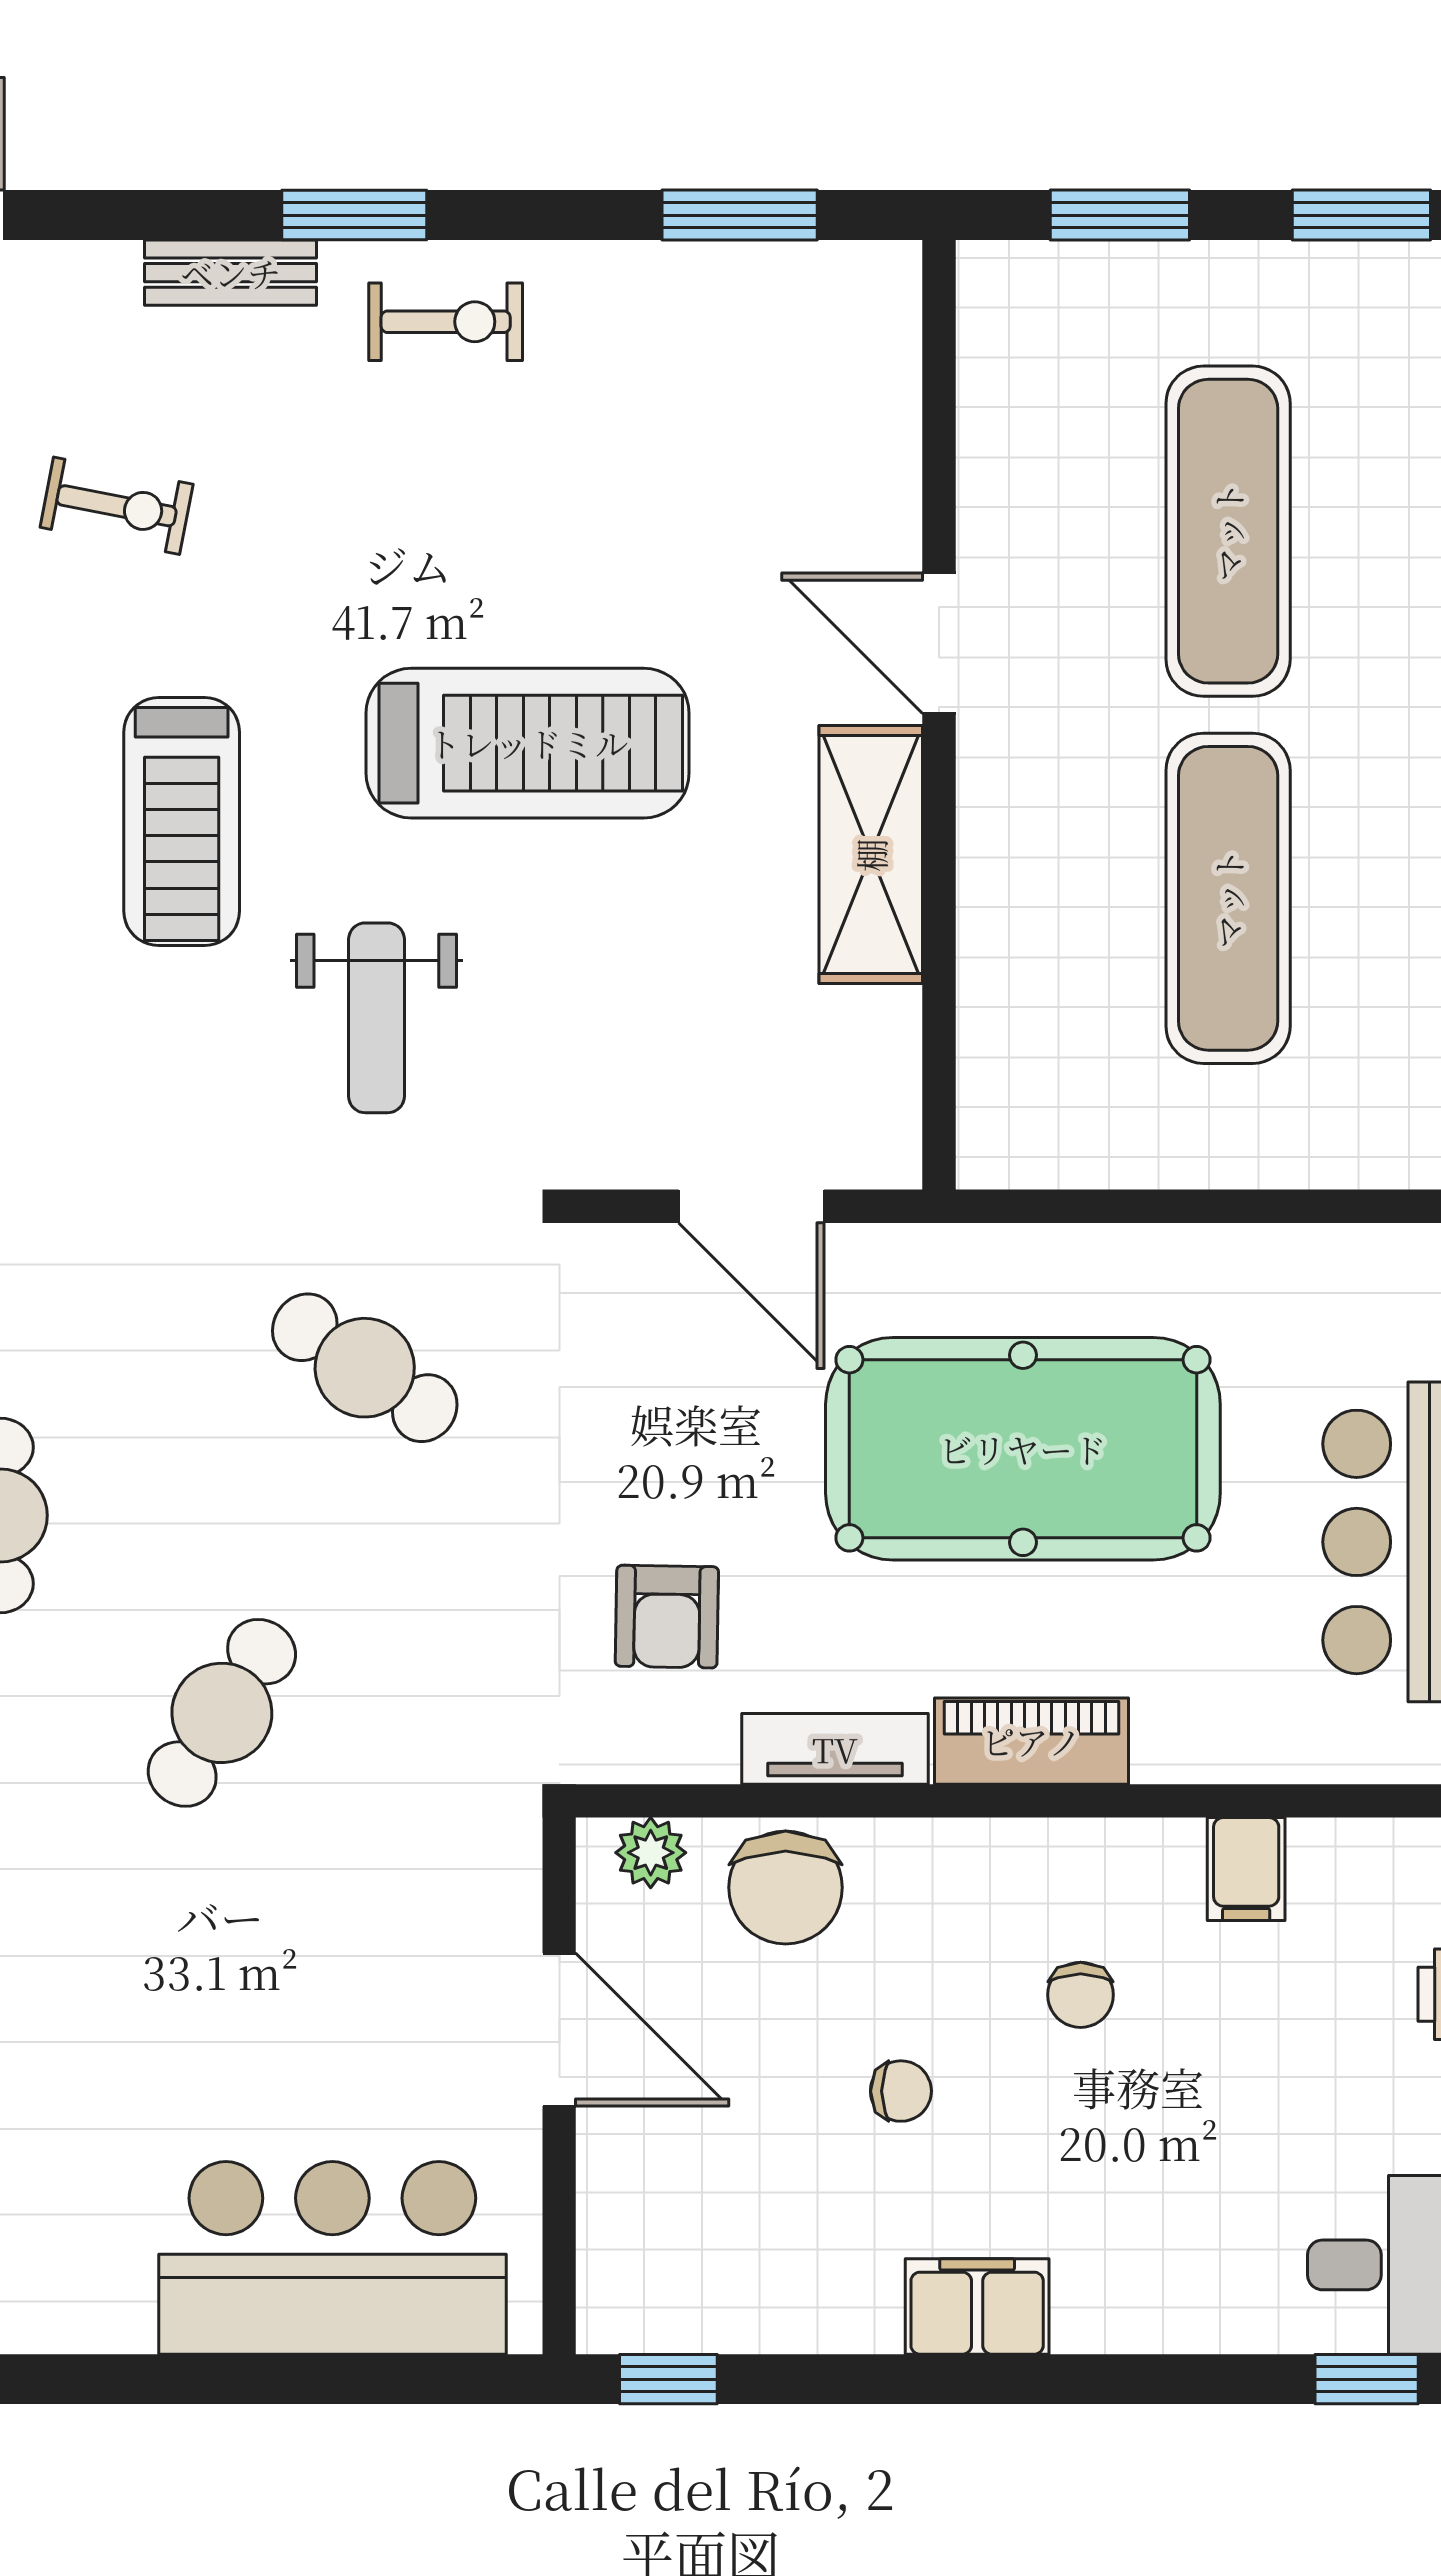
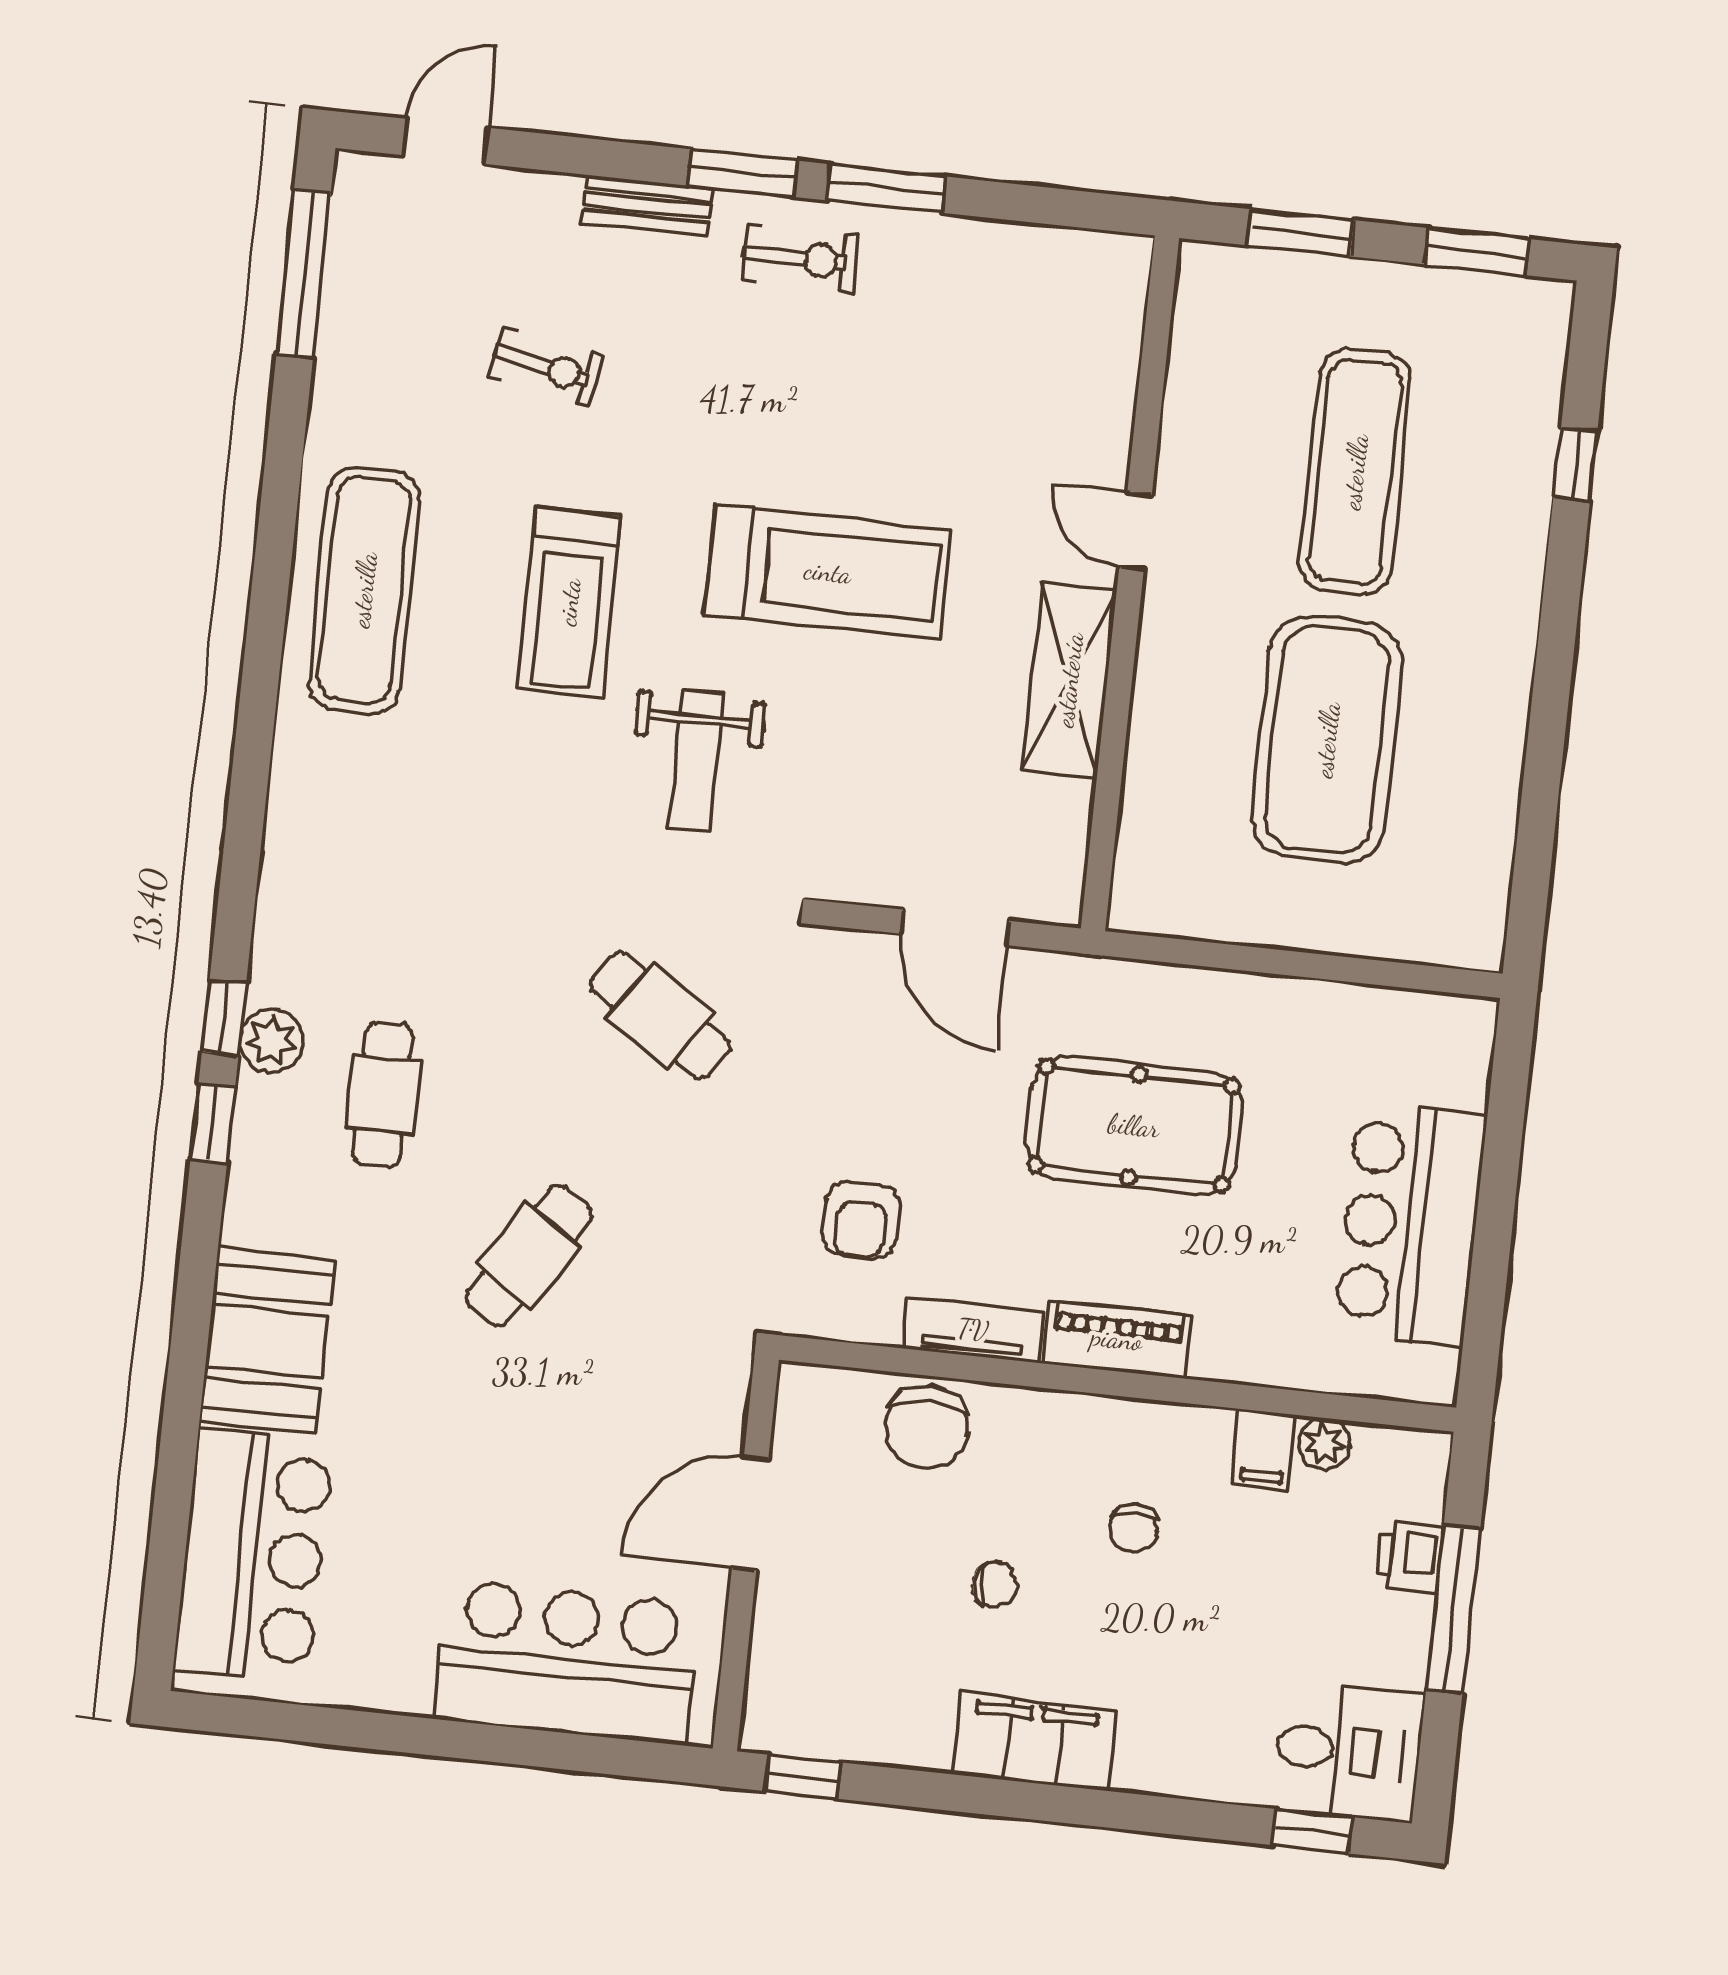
window: (740, 215) -> (886, 188), moved
door: (939, 643) -> (1136, 531), width x0.73
exercise mat: (1228, 898) -> (1327, 740), width x1.47
pool table: (1023, 1449) -> (1134, 1126), width x0.73, depth x0.76
plant: (651, 1853) -> (1324, 1444), moved
door: (559, 2030) -> (750, 1513), swing flipped
filing cabinet: (977, 2307) -> (1034, 1742), width x1.50, depth x1.17

